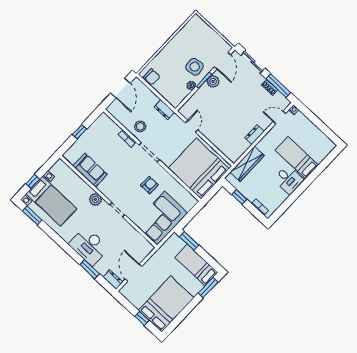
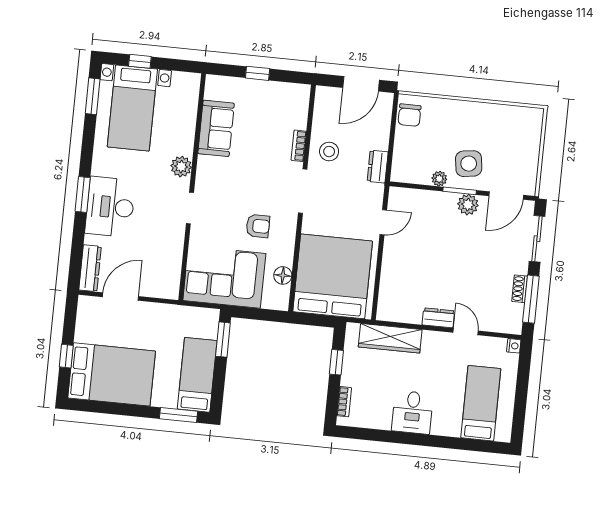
door: (279, 117) -> (466, 332), moved
bed: (297, 158) -> (481, 403), moved
floor lamp: (181, 191) -> (283, 275), added
window: (89, 269) -> (83, 195), moved
dresser: (113, 279) -> (90, 268), width x1.44

